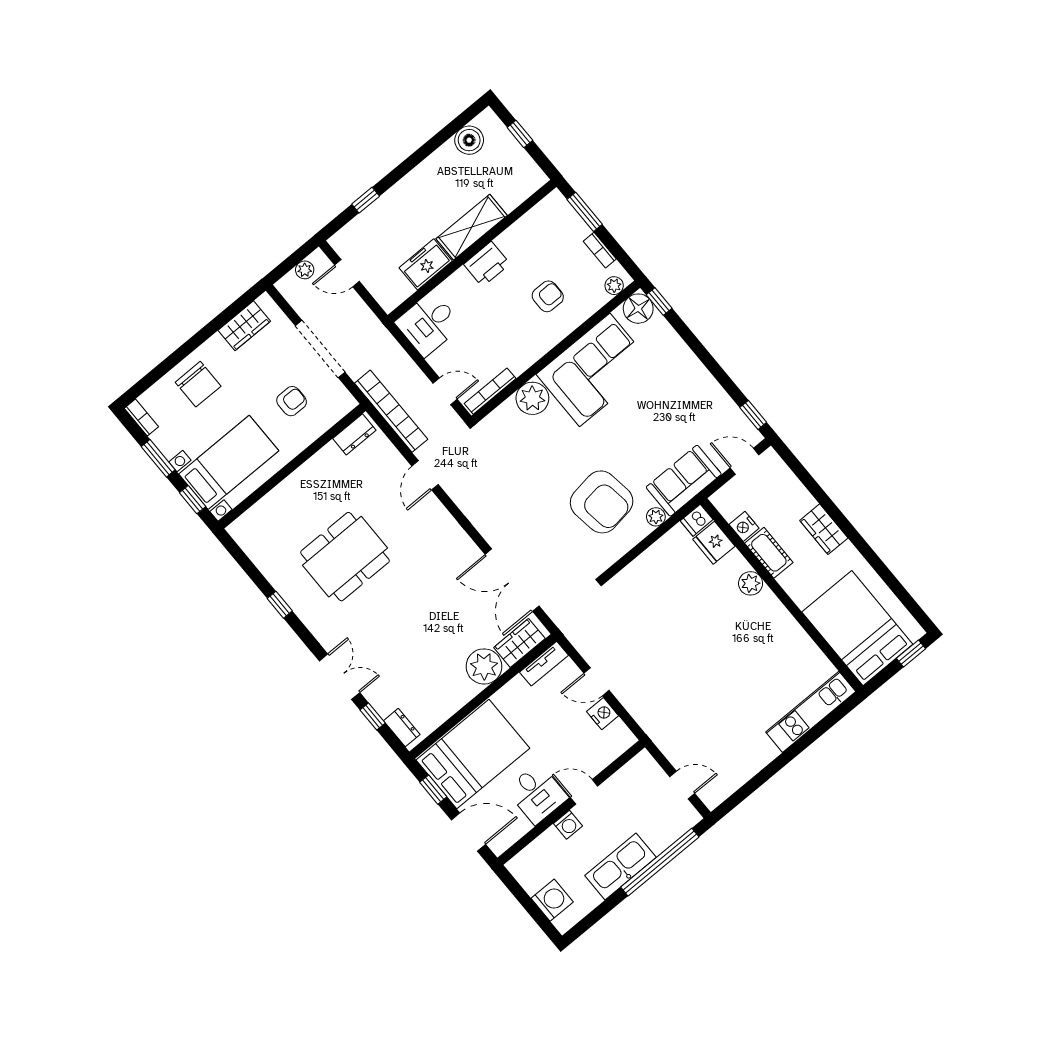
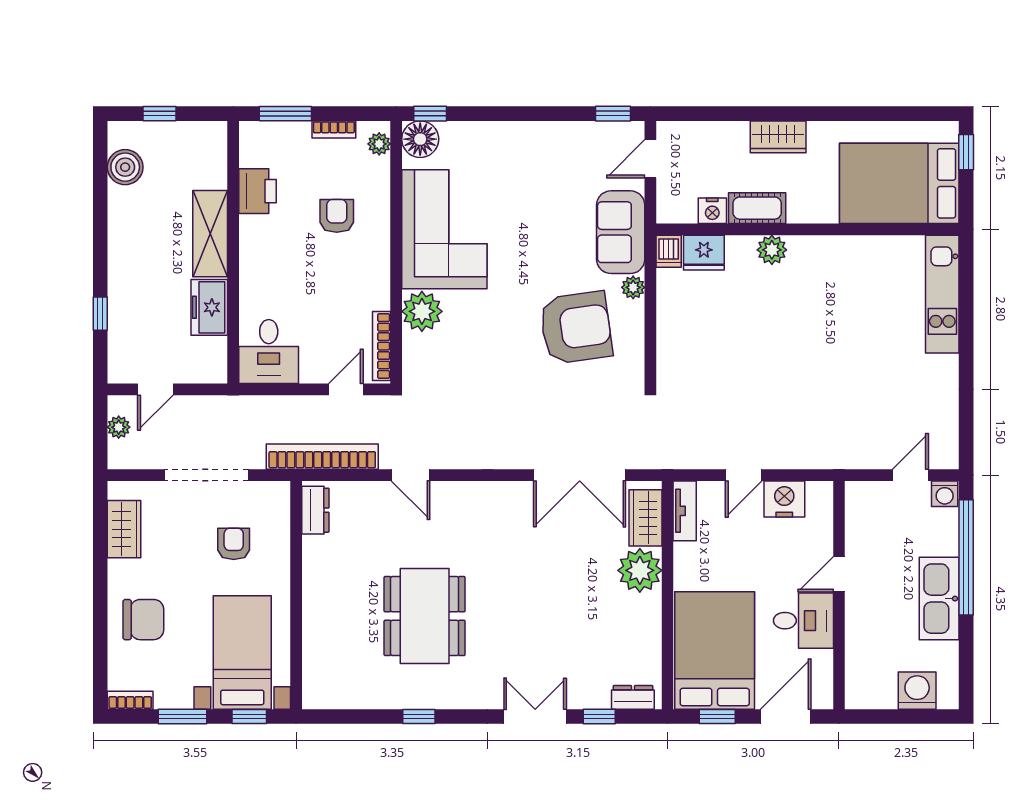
printer: (487, 264) -> (258, 191), moved
nightstand: (603, 714) -> (784, 499), width x1.36, depth x1.33
washing machine: (568, 825) -> (945, 494), moved, turned 90

